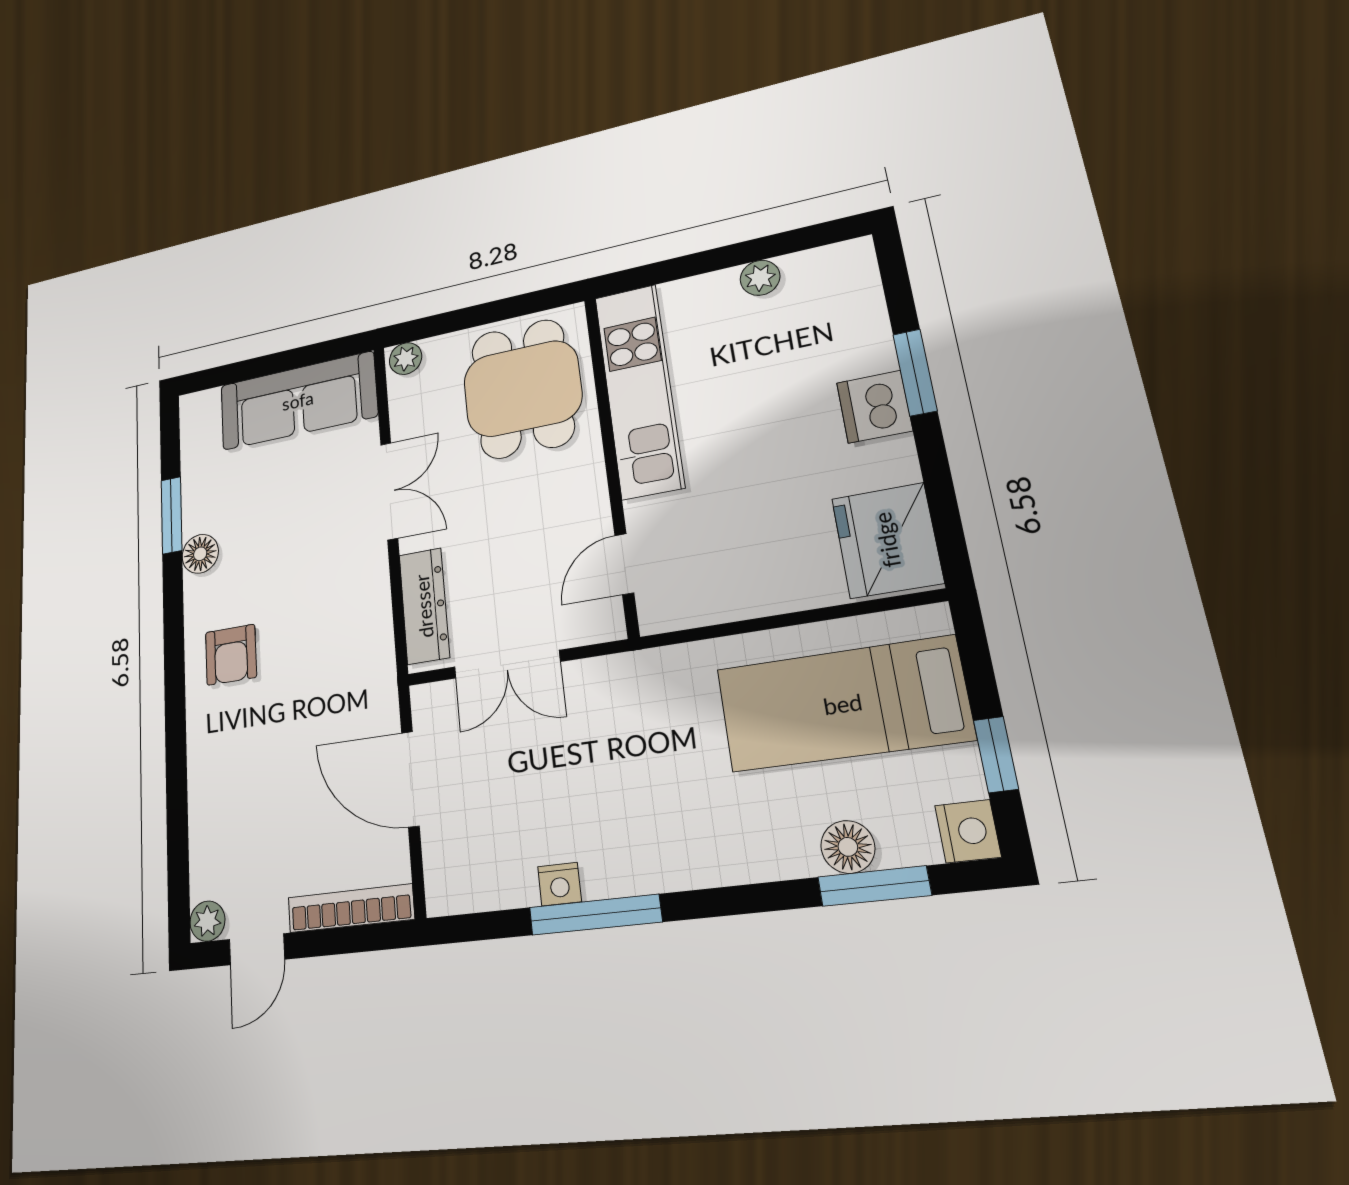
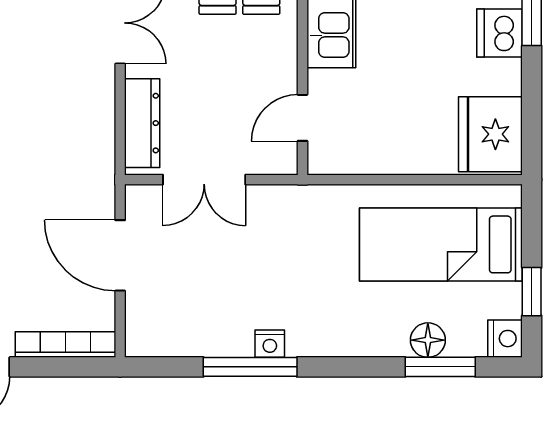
nightstand: (560, 884) -> (270, 344), moved

